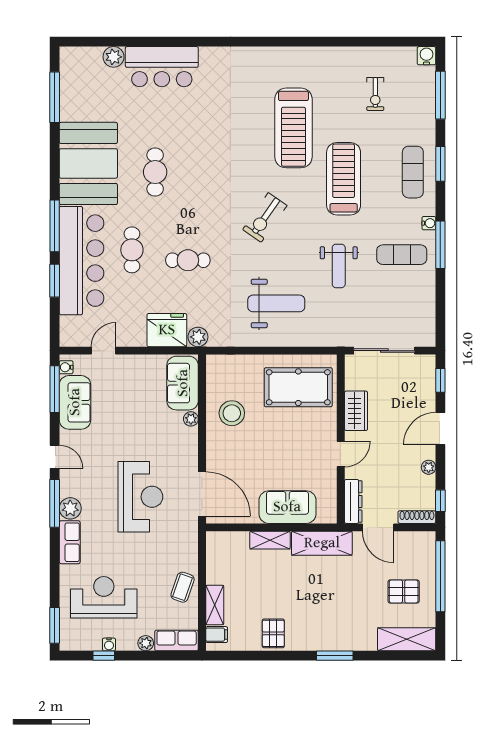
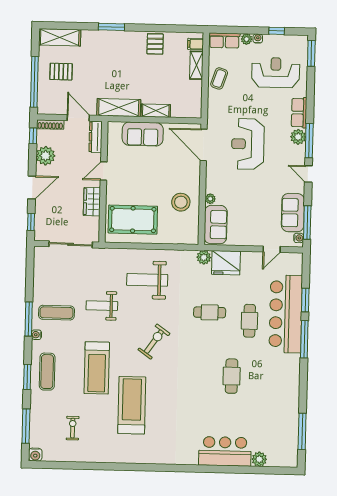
booth: (88, 163) -> (279, 383), removed
weight bench: (339, 266) -> (102, 306), turned -90
plant: (429, 467) -> (46, 156), width x1.88, depth x1.88
reception desk: (104, 597) -> (276, 73), turned 180
water cooler: (109, 644) -> (258, 38), moved

